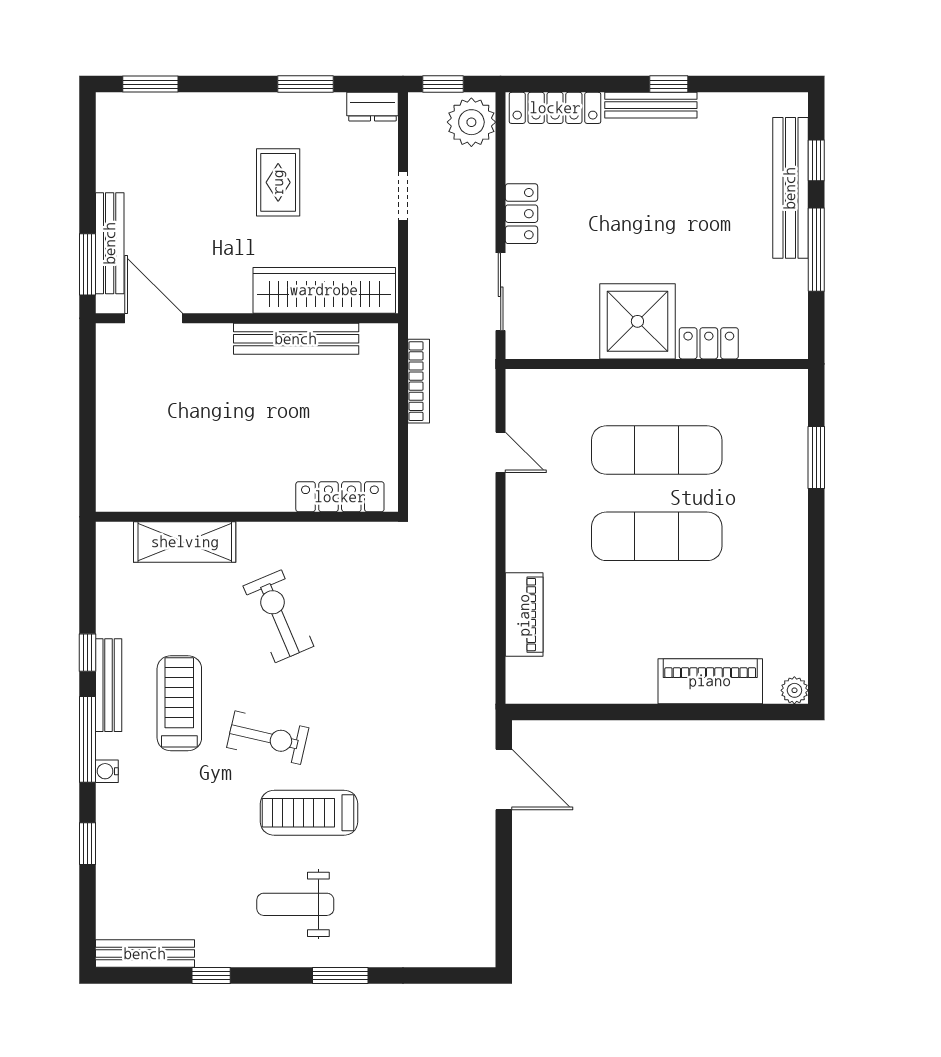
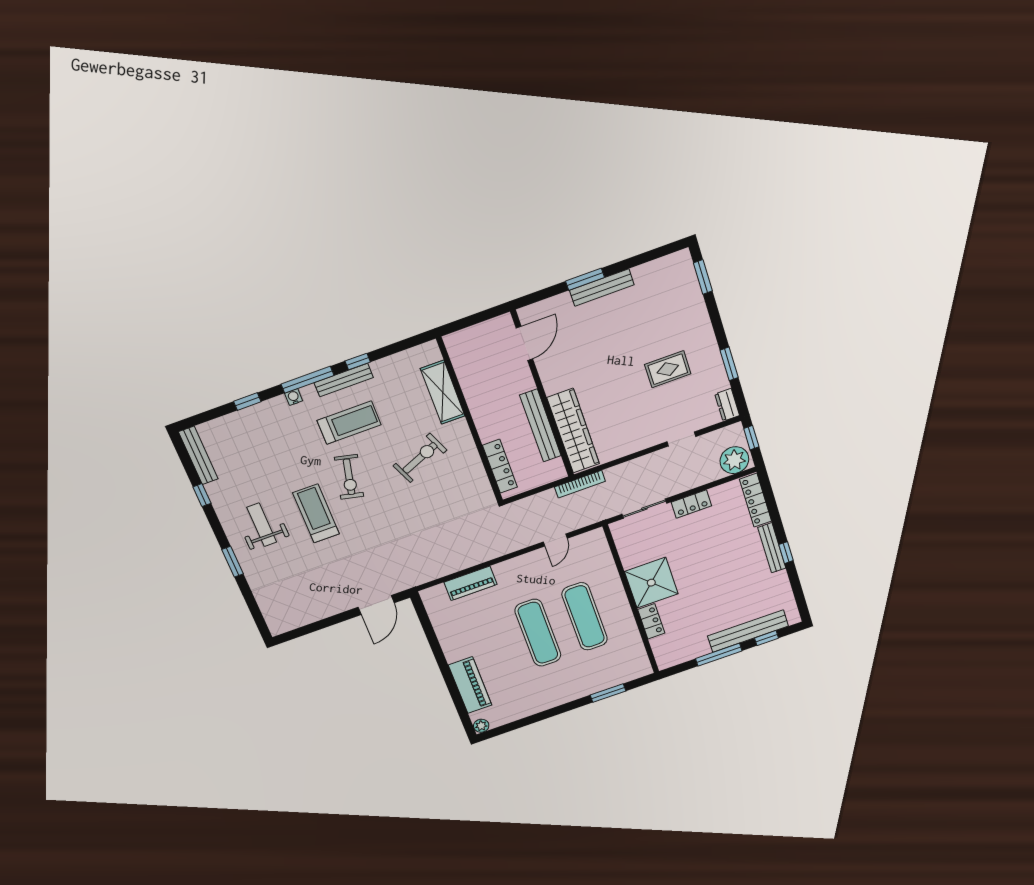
wardrobe: (324, 290) -> (573, 431), moved
door: (154, 318) -> (524, 343), moved
wall: (247, 318) -> (543, 395), moved
bench: (296, 339) -> (540, 426), moved

